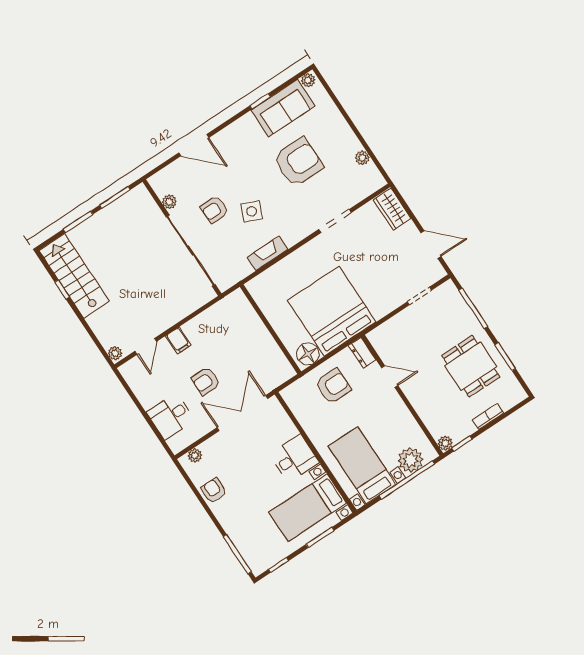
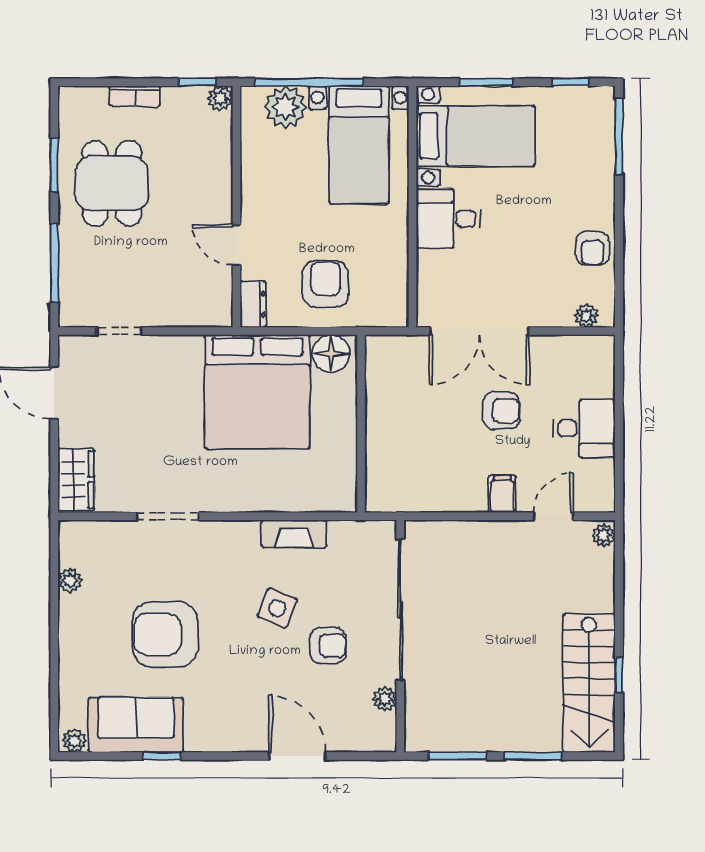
armchair: (333, 386) -> (326, 284), turned 90
desk: (171, 416) -> (584, 428), moved

